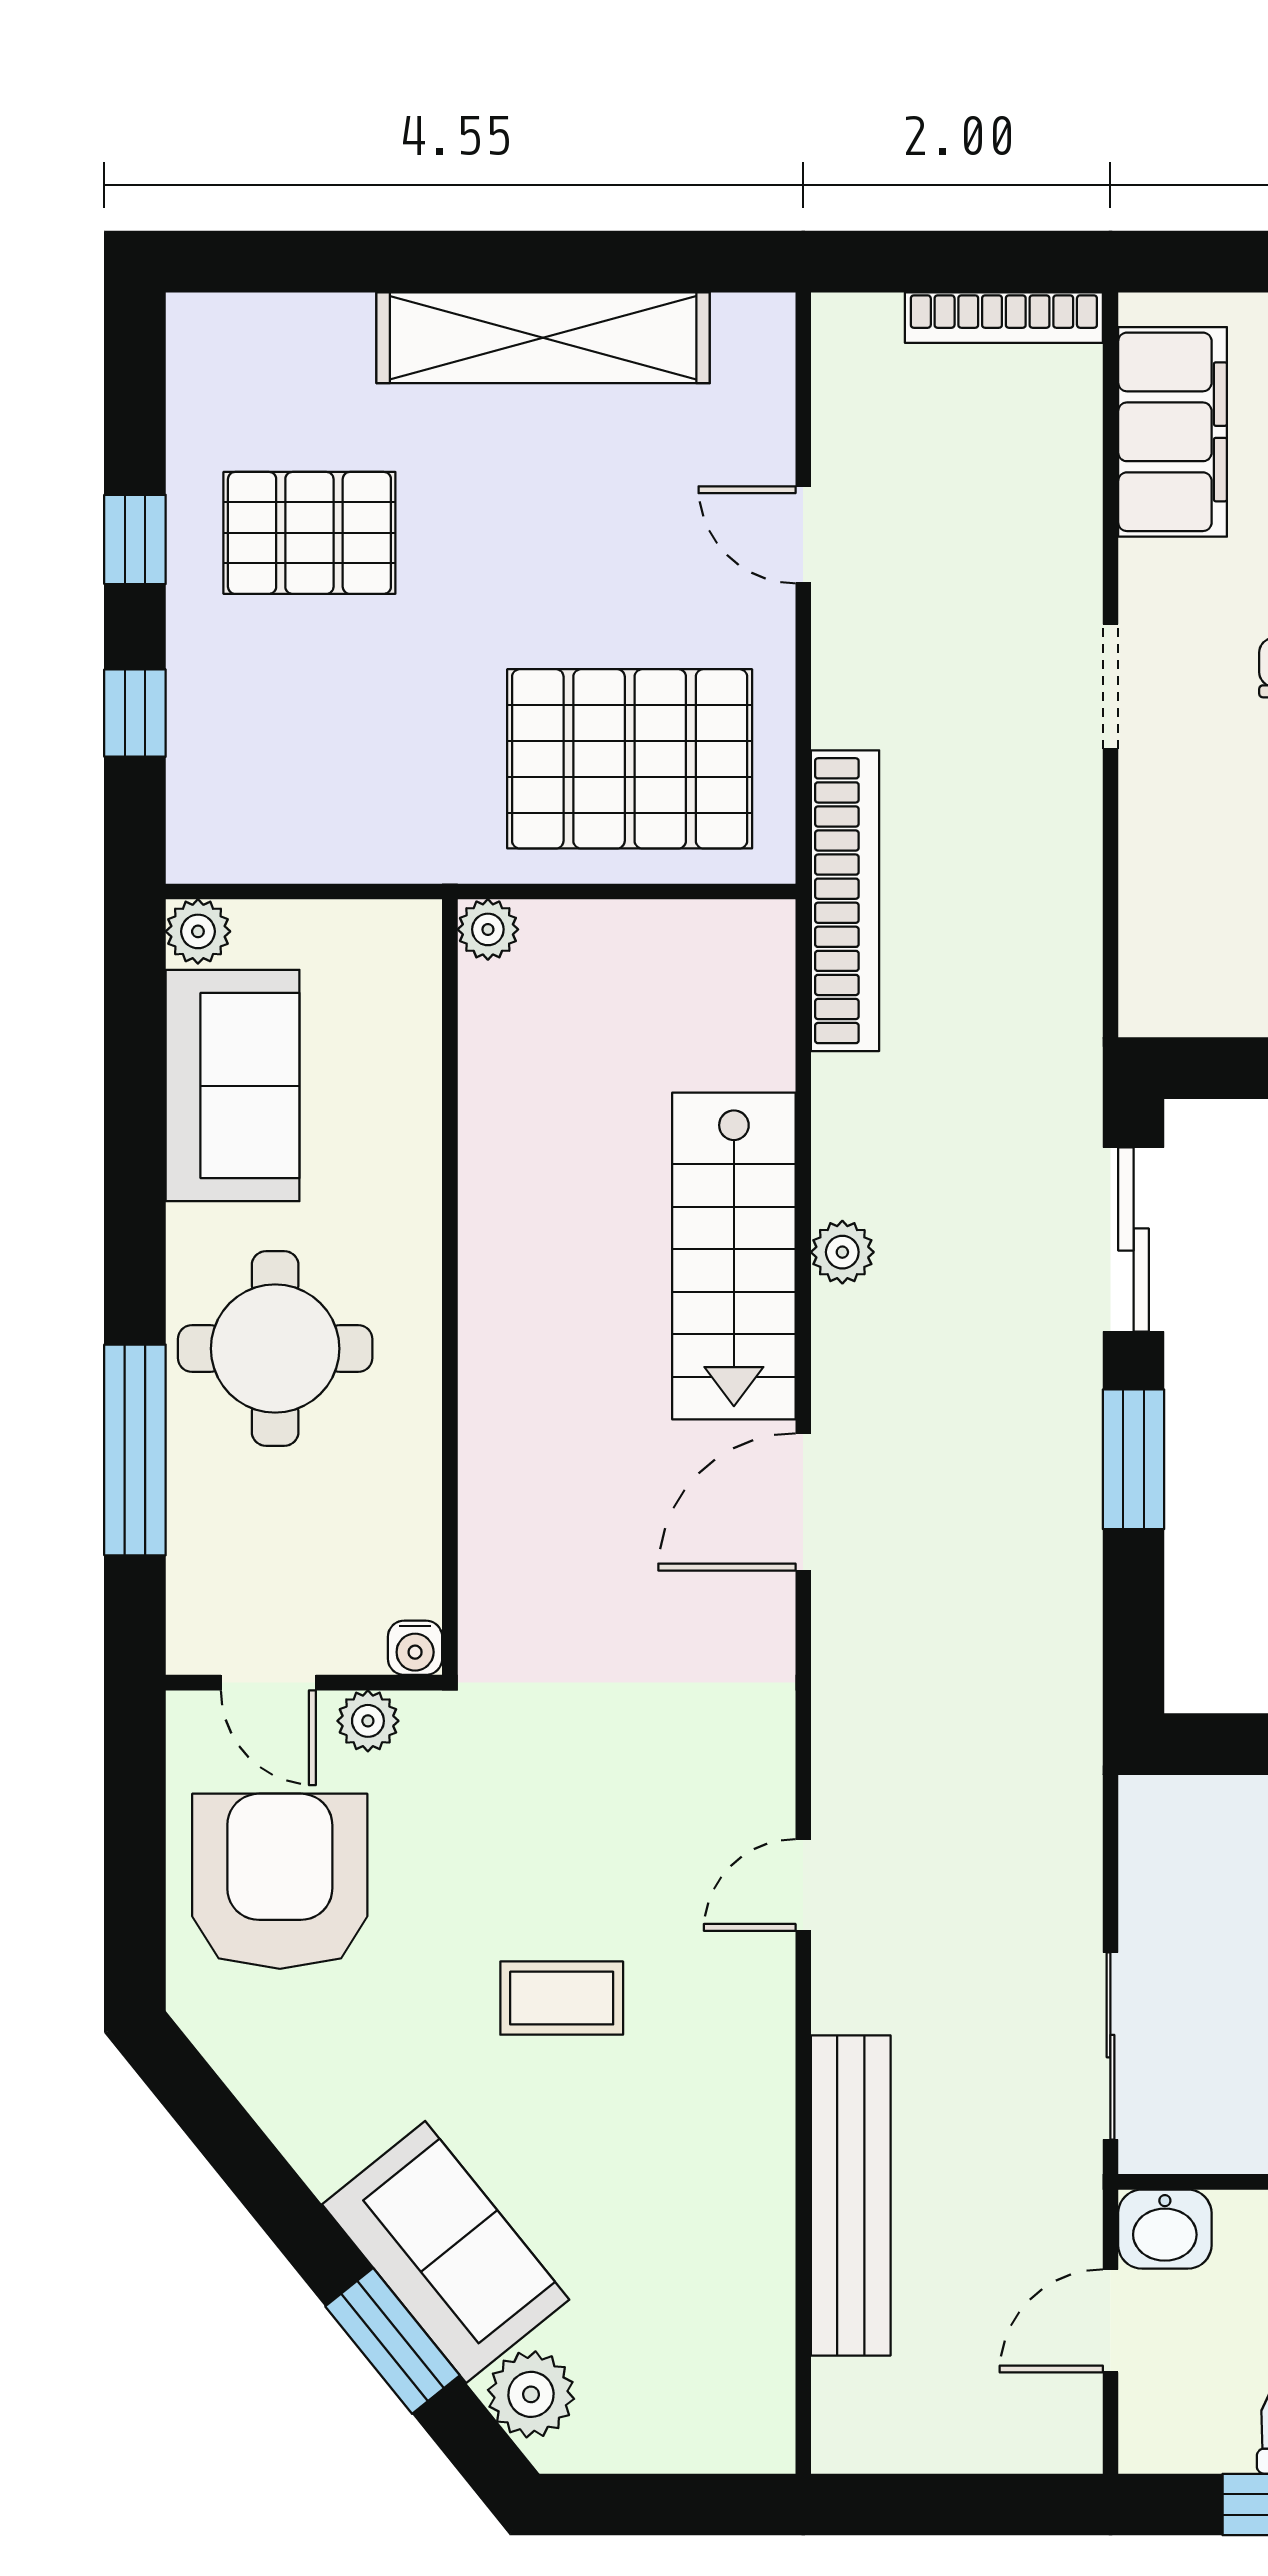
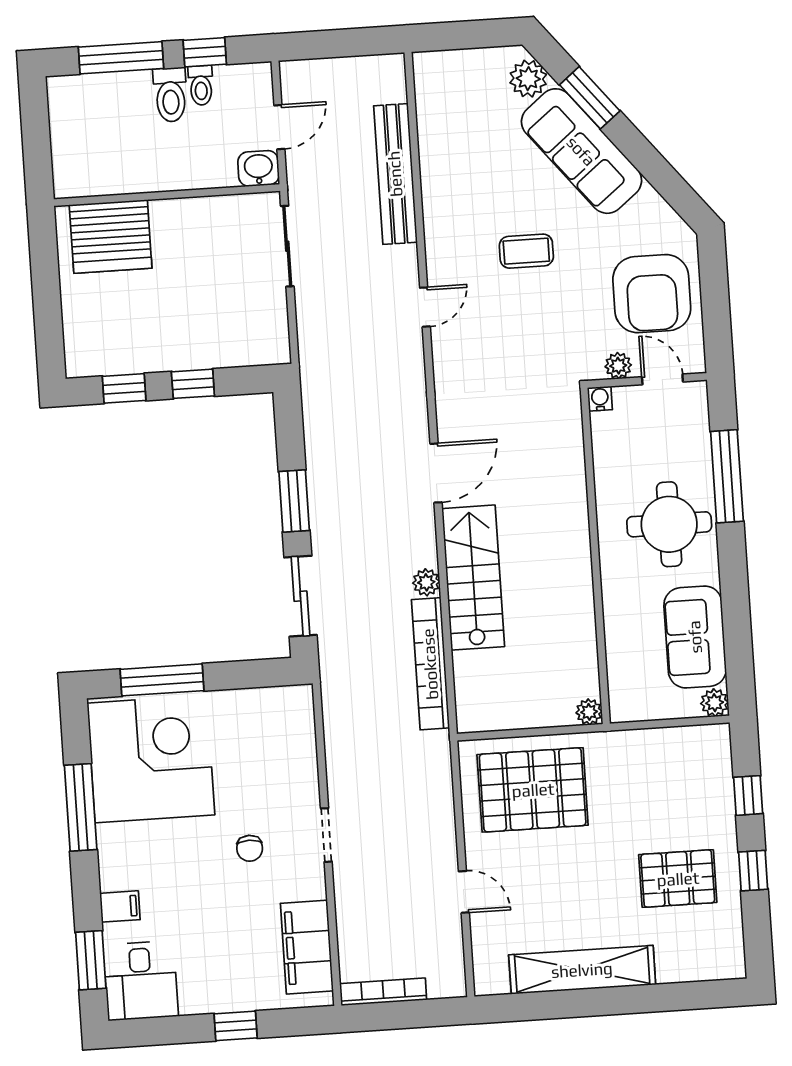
bookcase: (845, 901) -> (430, 664), moved
sofa: (446, 2252) -> (581, 151), width x1.36

